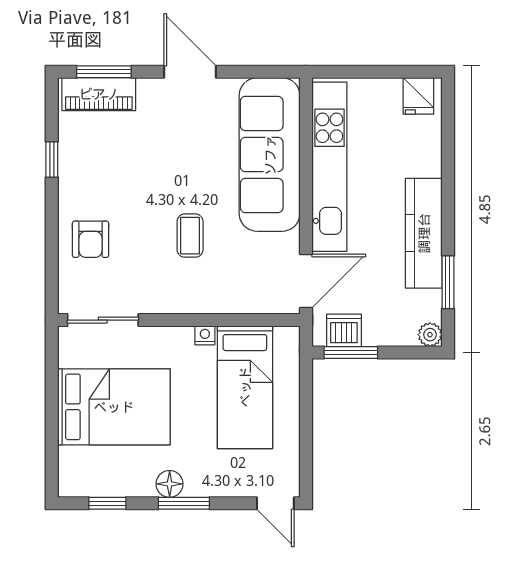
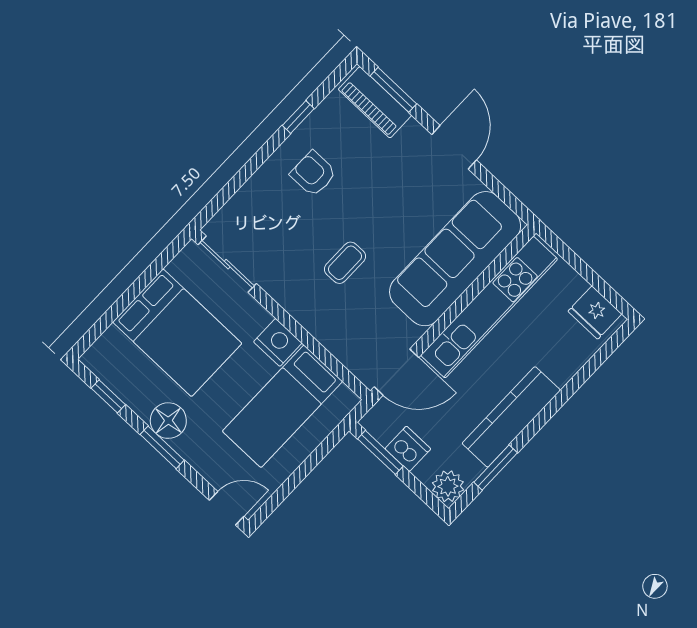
fridge: (418, 96) -> (595, 313), width x1.38
armchair: (90, 239) -> (313, 174), moved, turned 90
dishwasher: (344, 330) -> (408, 449), moved
nightstand: (205, 335) -> (278, 342), width x1.89, depth x1.79
plant: (430, 335) -> (448, 486), width x1.38, depth x1.38
floor lamp: (170, 484) -> (168, 421), width x1.38, depth x1.38
door: (275, 503) -> (227, 508), swing flipped

